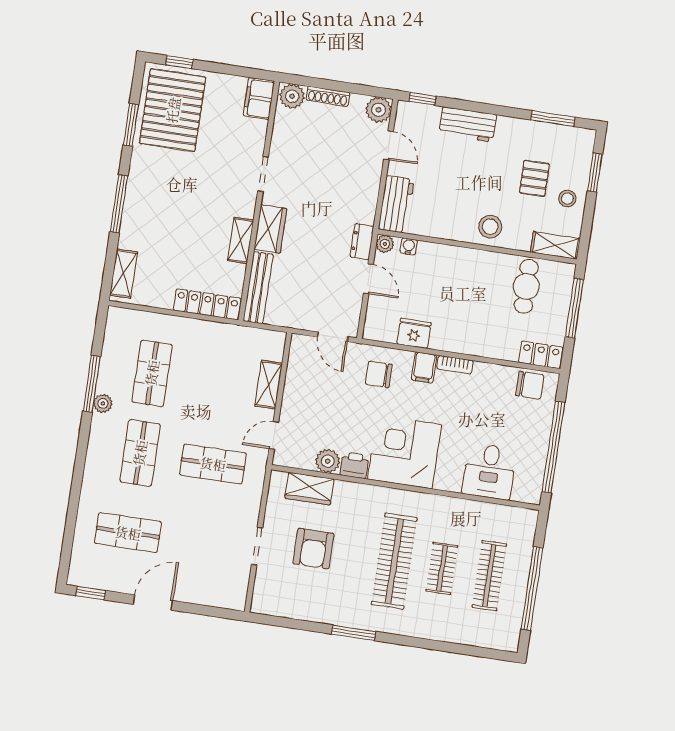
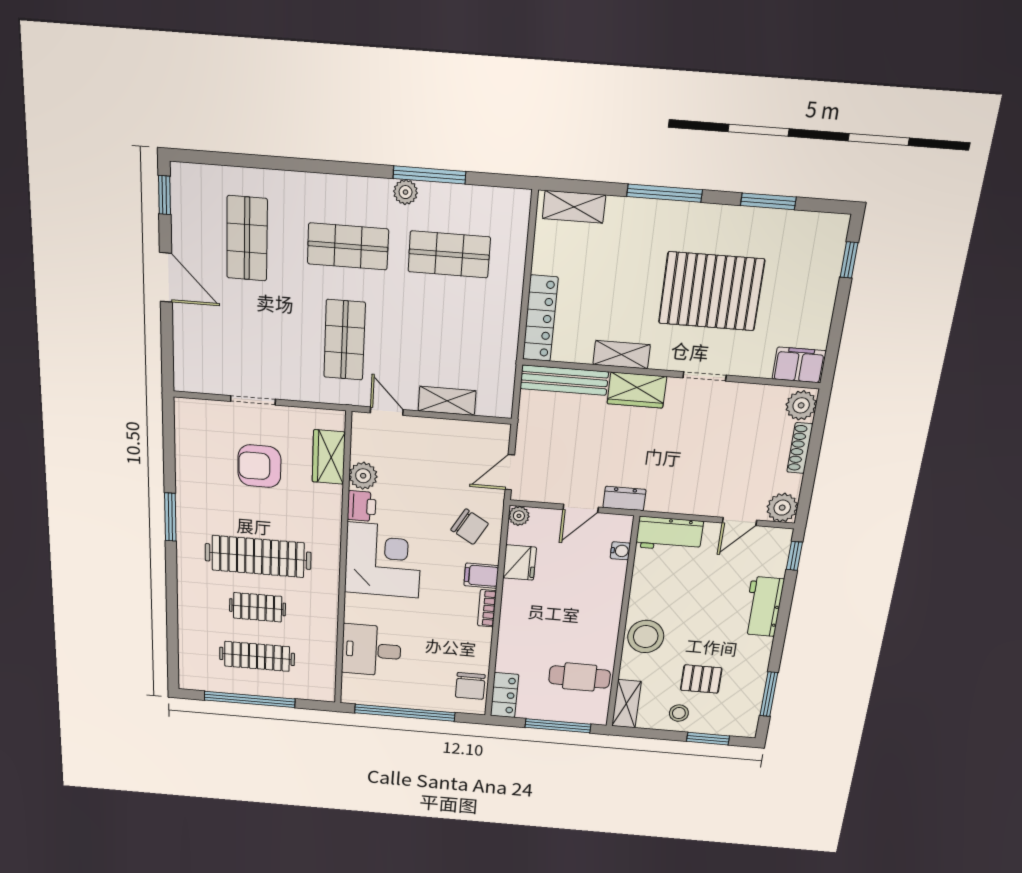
pallet: (173, 110) -> (711, 291), moved
stool: (490, 227) -> (646, 637), width x1.38, depth x1.38
plant: (385, 244) -> (519, 516), moved
chair: (379, 374) -> (470, 527), turned 120

